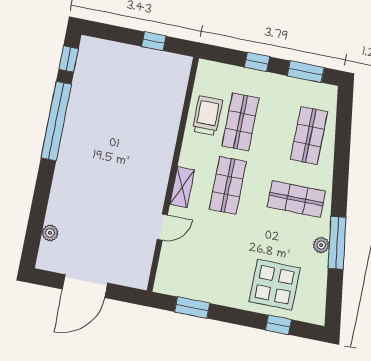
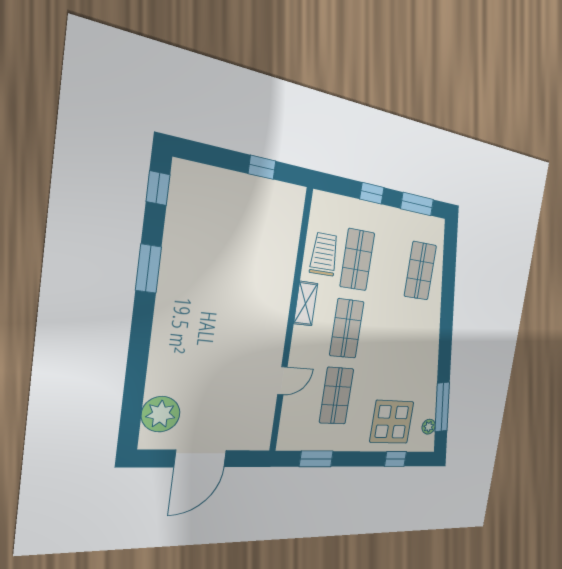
window: (56, 121) -> (148, 269), width x0.47
shelving: (182, 187) -> (306, 304), moved
shop shelf: (296, 199) -> (336, 396), moved, turned 90
plant: (50, 233) -> (161, 414), width x1.88, depth x1.88
window: (337, 243) -> (442, 407), moved
plant: (321, 245) -> (429, 427), moved

